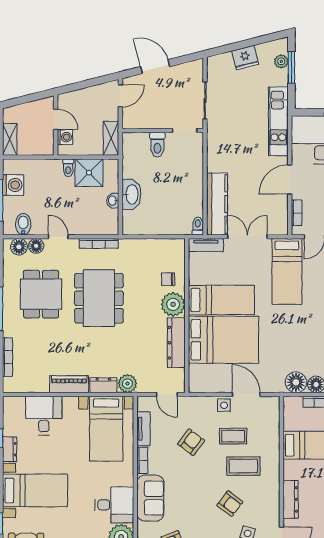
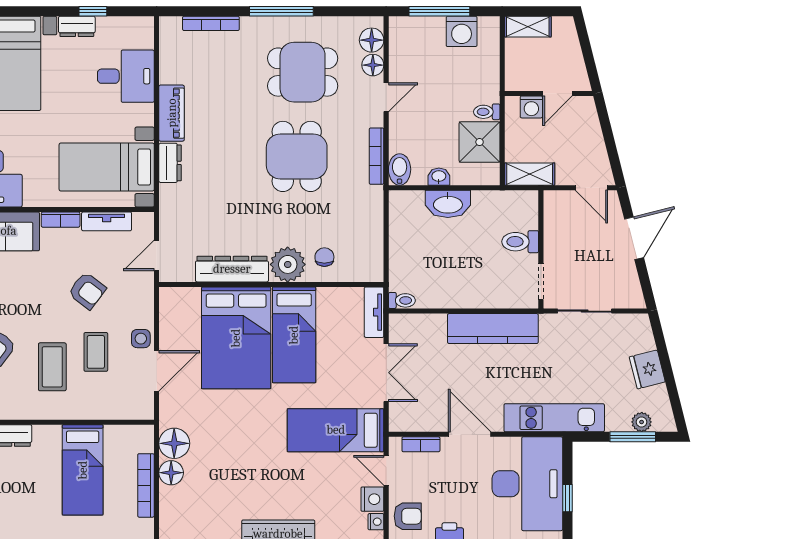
kitchen counter: (217, 204) -> (493, 329), moved
bidet: (23, 224) -> (400, 169), moved, turned -90
dining table: (99, 298) -> (297, 156), width x0.73
plant: (127, 384) -> (172, 198), removed

